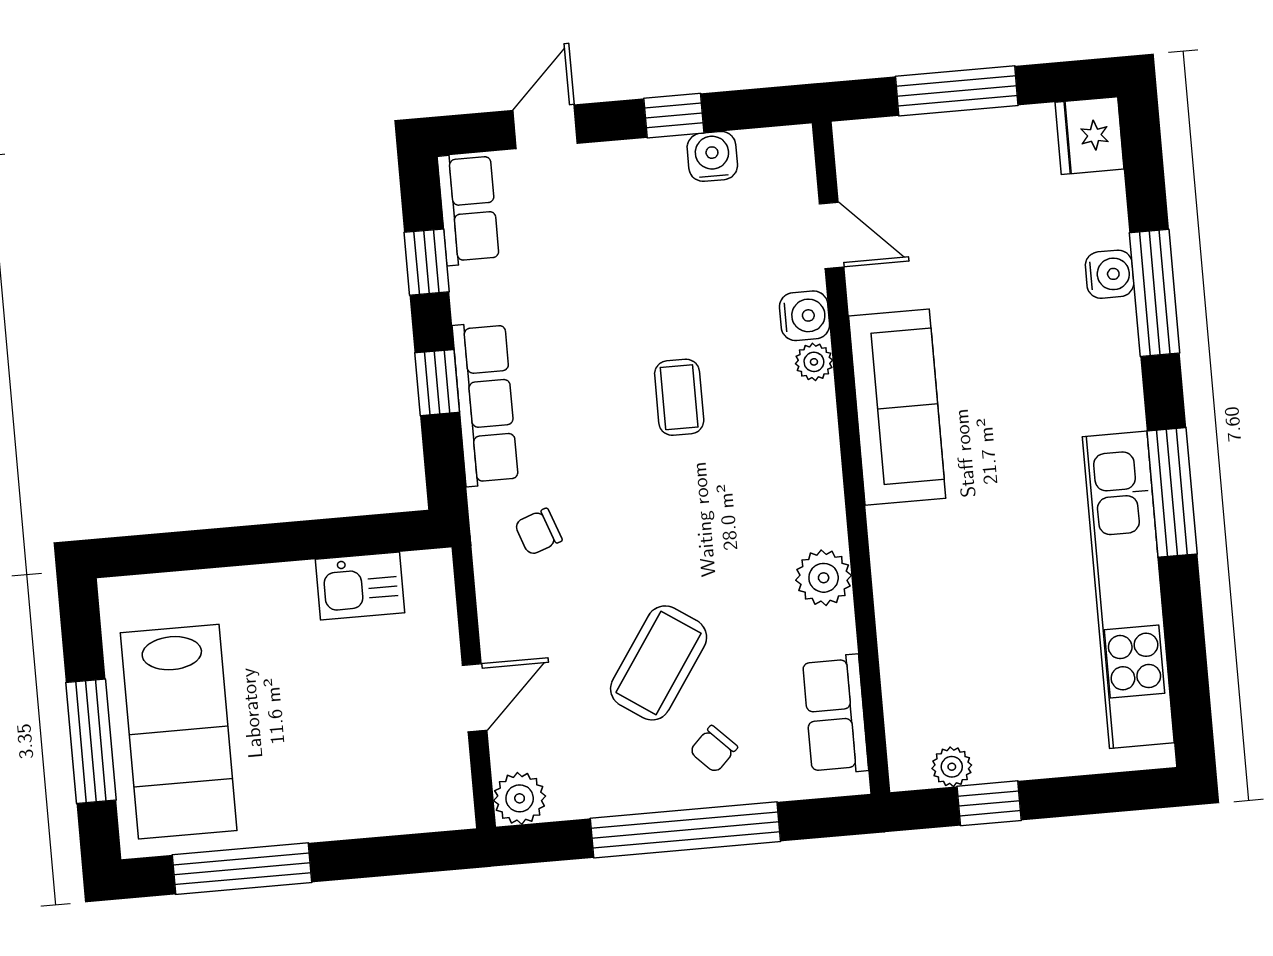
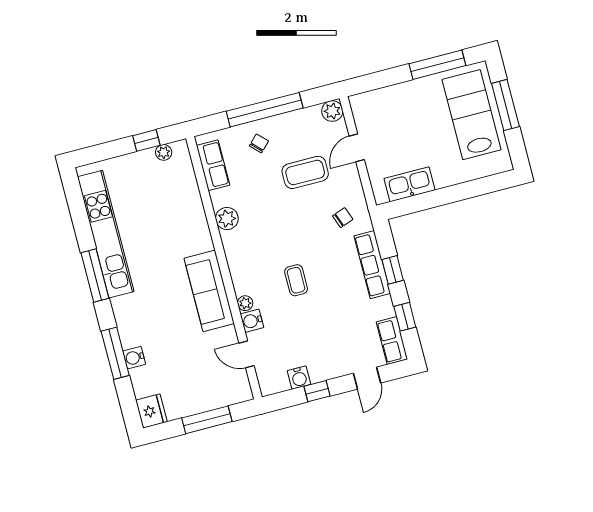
kitchen sink: (360, 586) -> (410, 184), width x1.38
coffee table: (659, 663) -> (305, 172), moved, turned 56

